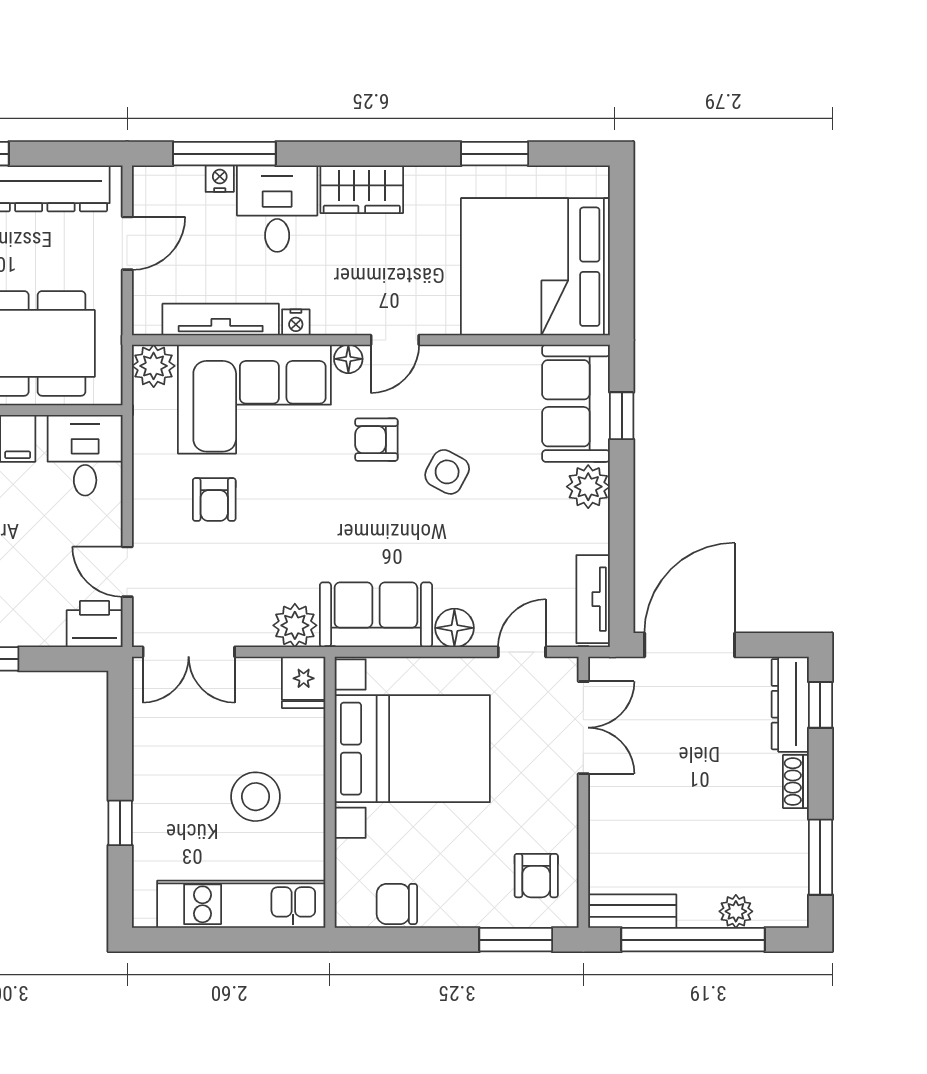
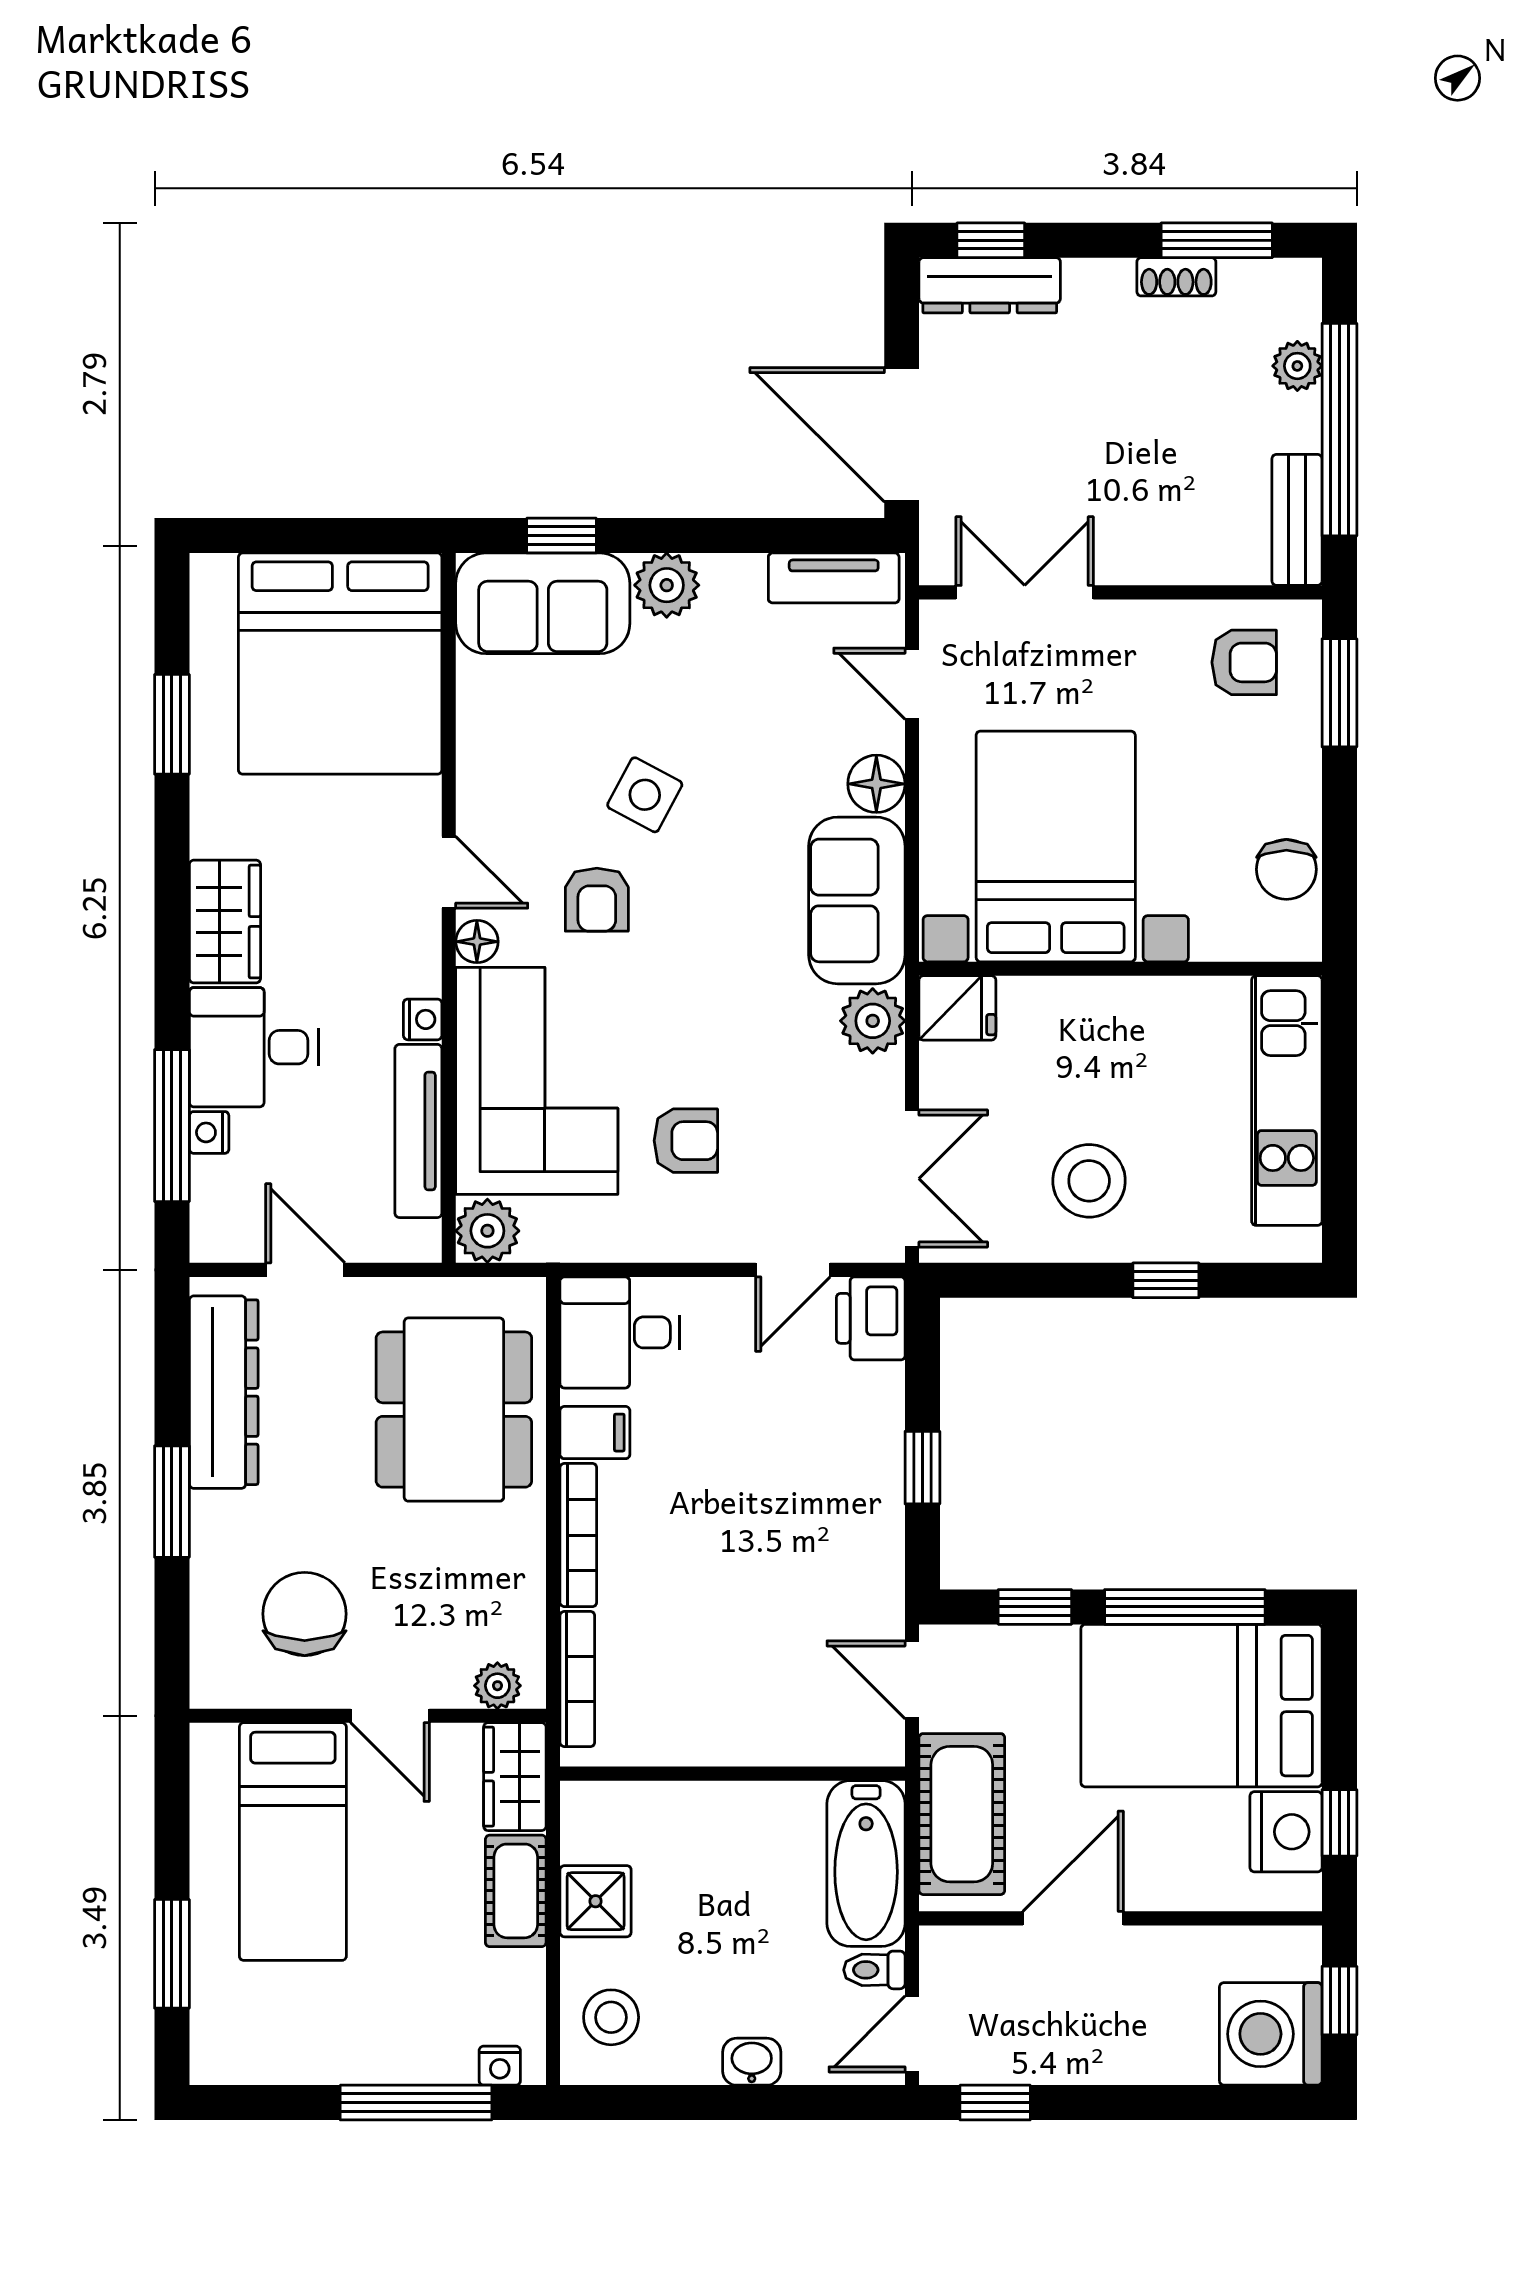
shoe rack: (796, 782) -> (1176, 277), moved
stool: (256, 797) -> (1089, 1181), moved

